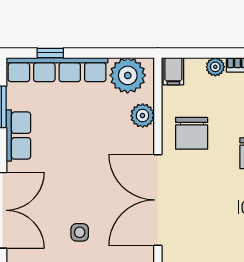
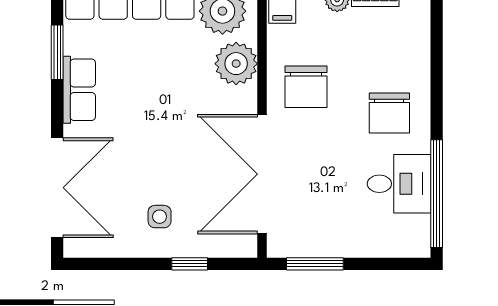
plant: (143, 116) -> (236, 64), width x1.36, depth x1.36

